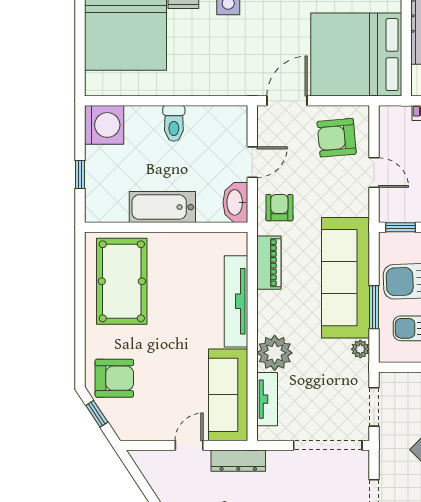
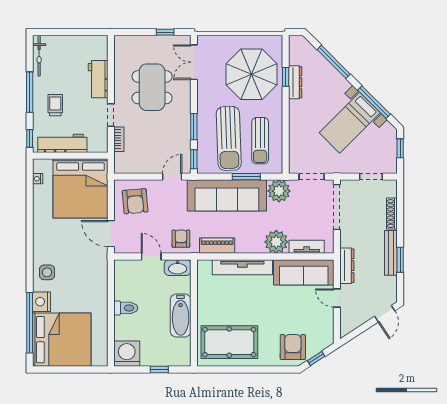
door: (374, 173) -> (172, 177), moved
armchair: (279, 208) -> (181, 239), turned 90
plant: (360, 349) -> (279, 191), width x1.87, depth x1.87

